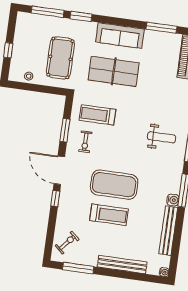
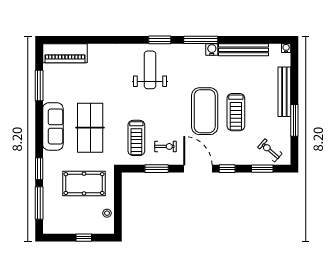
weight bench: (162, 137) -> (150, 70), width x1.36, depth x1.33
door: (59, 170) -> (198, 169), swing flipped
treadmill: (109, 215) -> (236, 112), turned 180
window: (51, 233) -> (262, 169), added
window: (78, 268) -> (294, 120), moved

